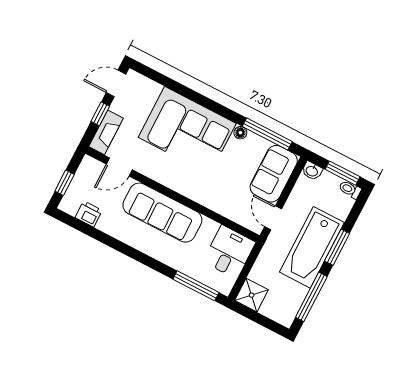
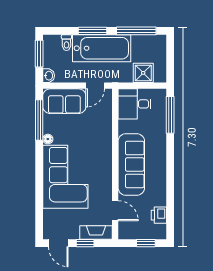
toilet: (350, 189) -> (66, 43), moved
shower: (252, 295) -> (143, 73), moved

